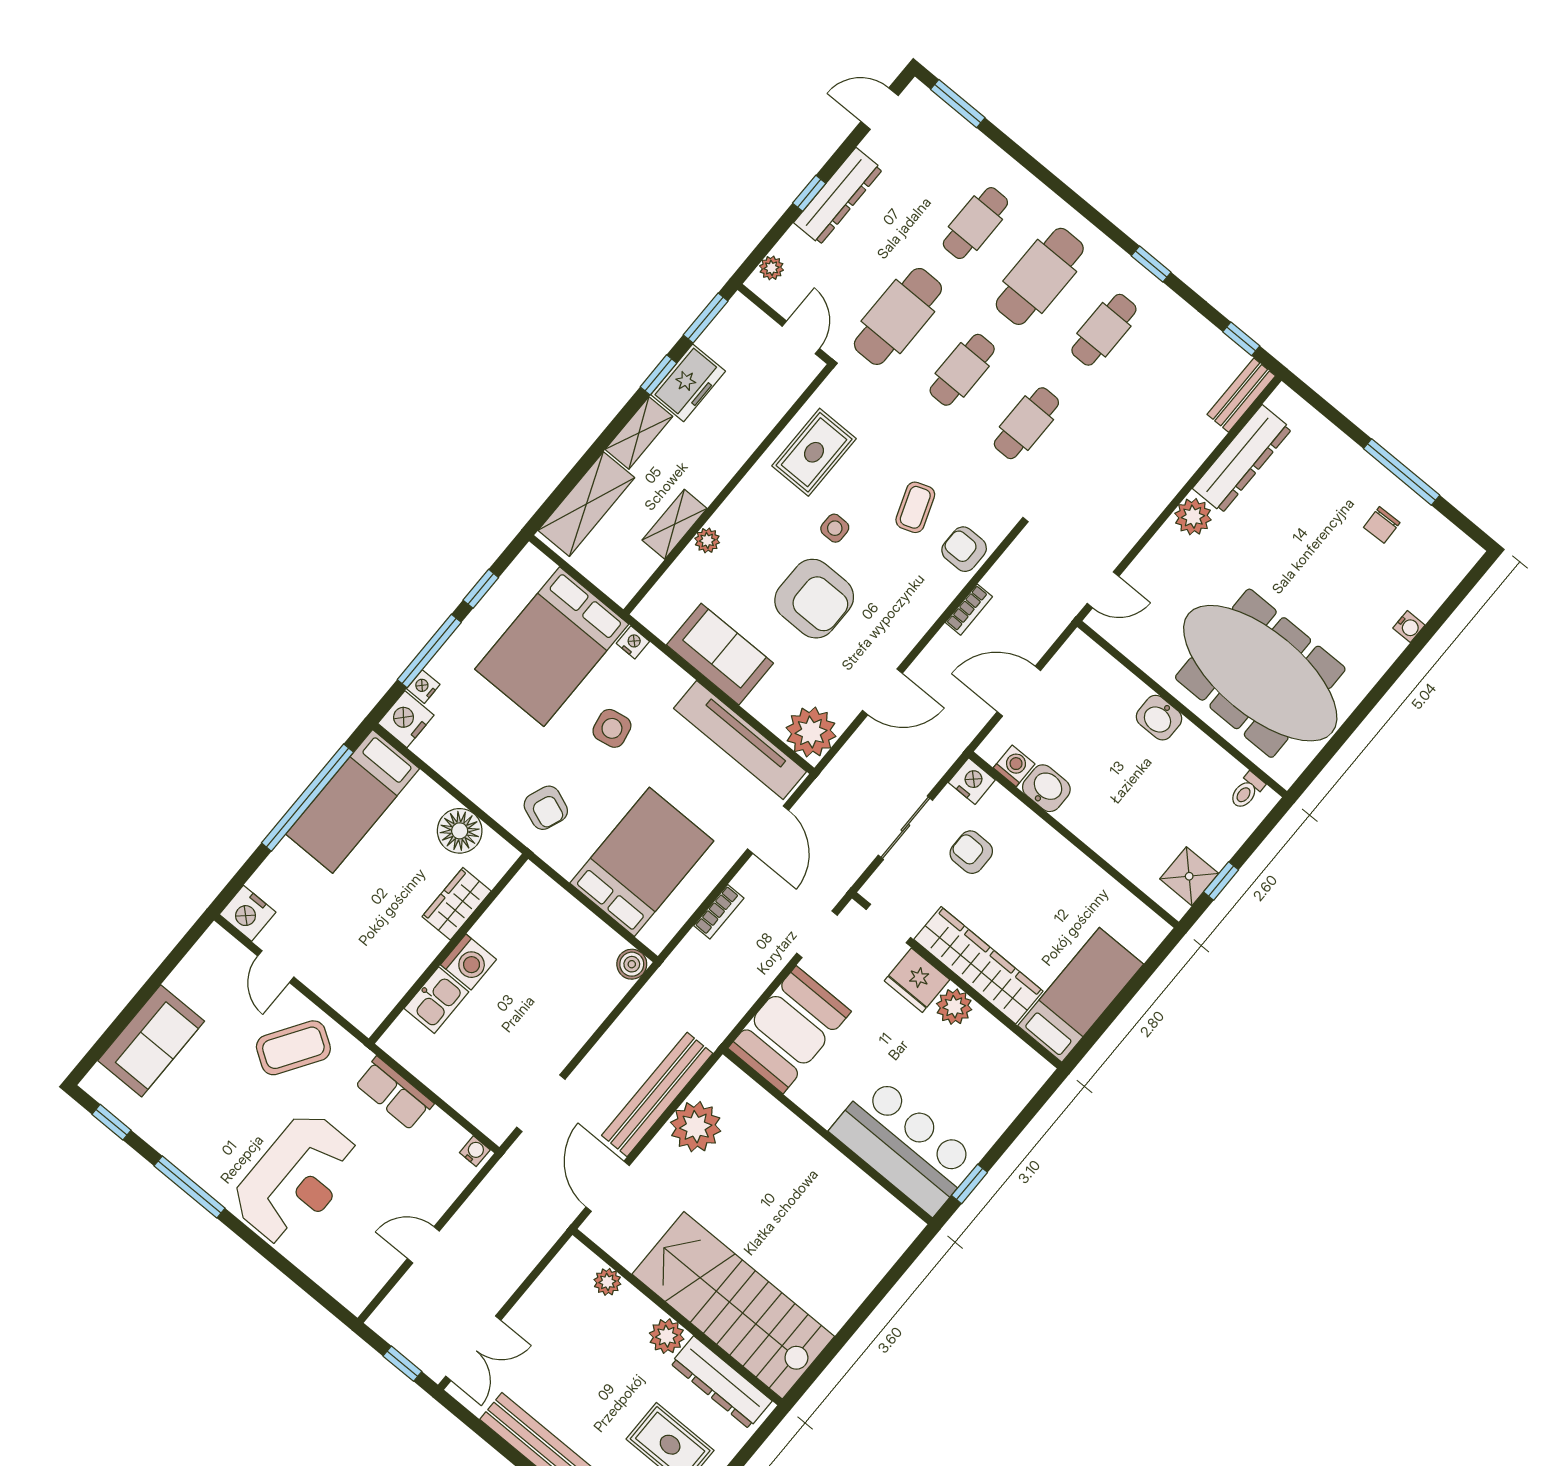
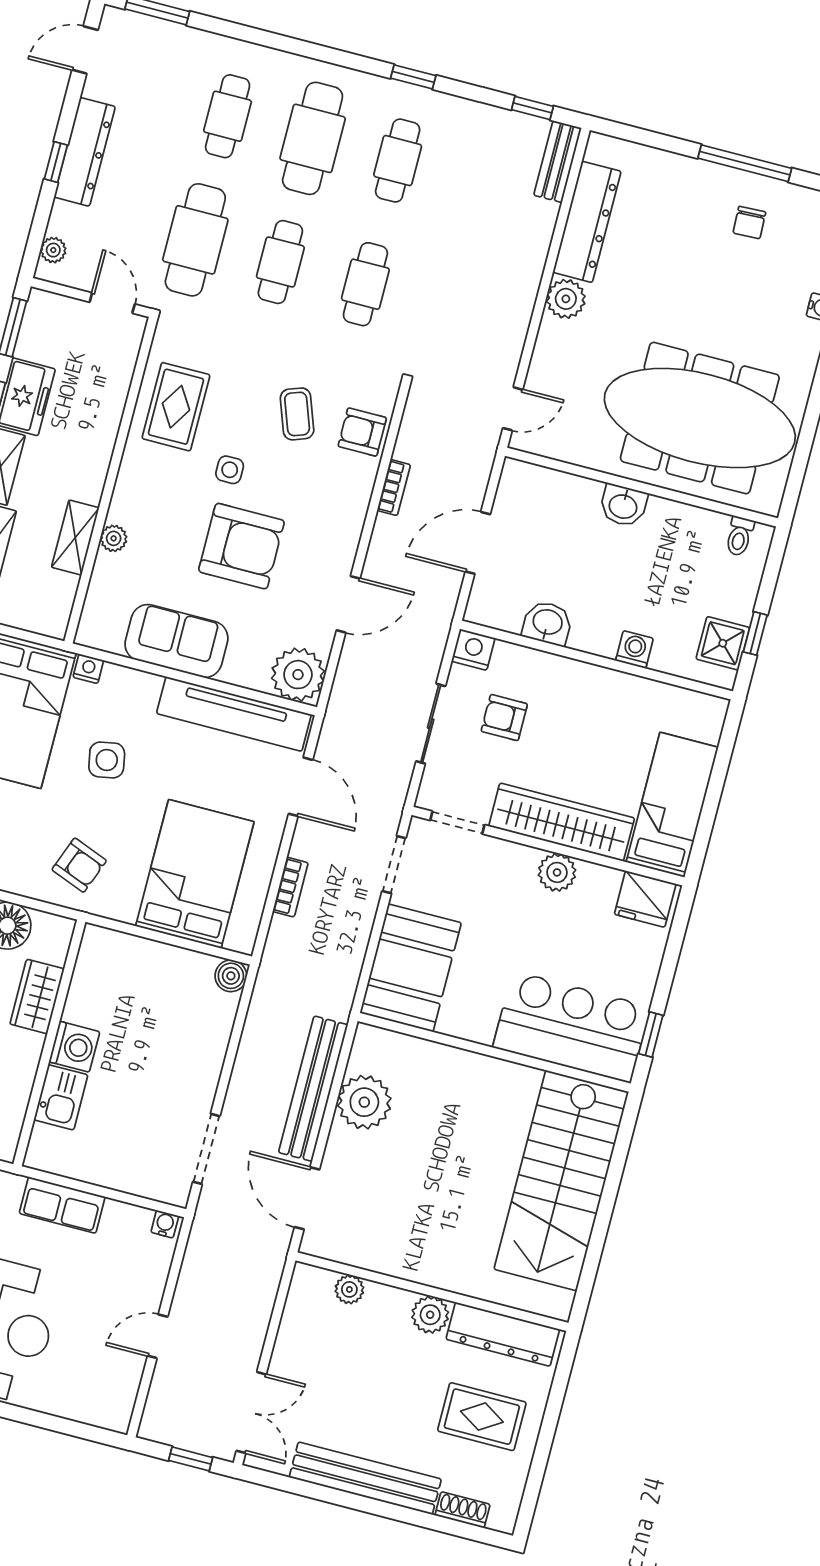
washing machine: (1014, 766) -> (634, 649), moved
fridge: (917, 980) -> (645, 899), moved
stairs: (733, 1305) -> (561, 1180), moved, turned -90

